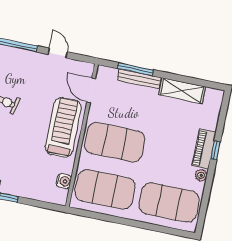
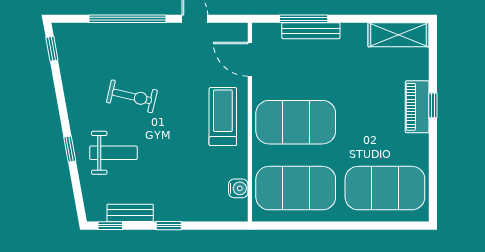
shelving: (182, 91) -> (398, 35), moved
treadmill: (63, 127) -> (223, 117), width x0.73, depth x0.73
plant: (201, 175) -> (421, 143), removed

